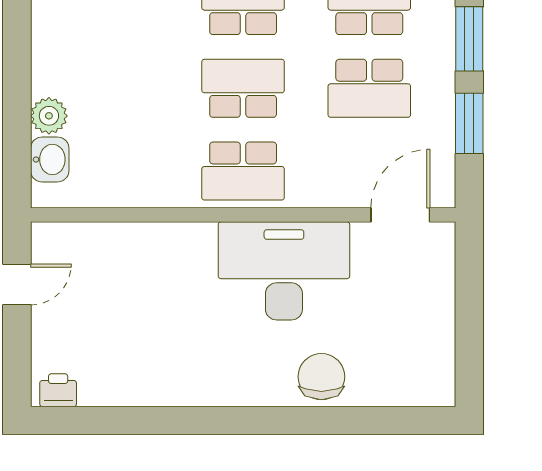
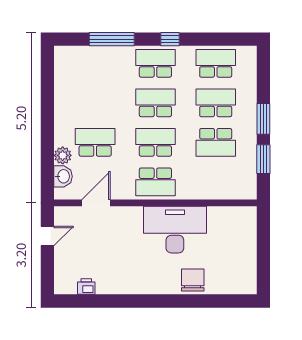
school desk: (117, 88) -> (95, 142), added
door: (400, 215) -> (96, 203), moved
printer: (58, 390) -> (86, 287), moved

